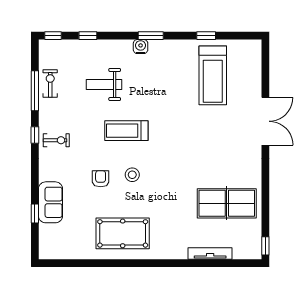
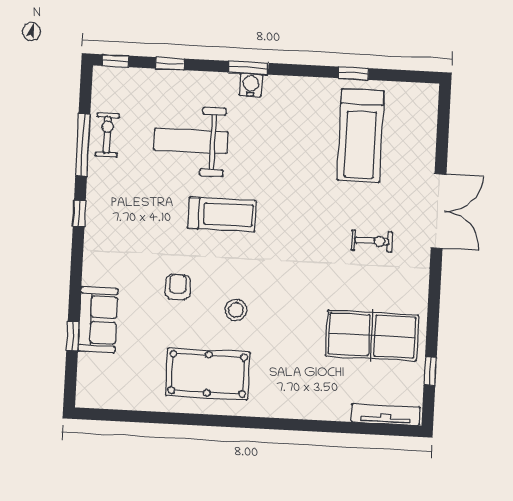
window: (151, 36) -> (248, 68), moved
weight bench: (104, 84) -> (191, 141), width x1.36, depth x1.33
treadmill: (126, 131) -> (222, 214), turned 180
exercise bike: (56, 140) -> (372, 241), moved
stool: (132, 175) -> (236, 310), moved
window: (265, 246) -> (430, 371), moved
tv unit: (210, 253) -> (386, 414), moved

